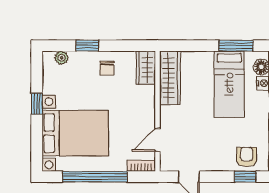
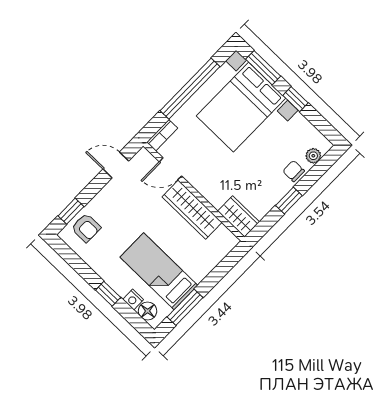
window: (87, 46) -> (289, 200), moved
chair: (107, 68) -> (294, 171), moved
wardrobe: (170, 78) -> (192, 210), moved
door: (158, 140) -> (170, 169), swing flipped
window: (37, 143) -> (263, 68), added

